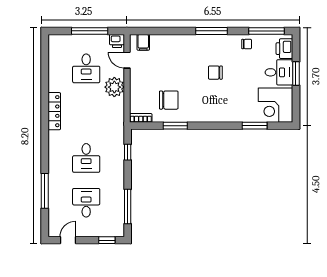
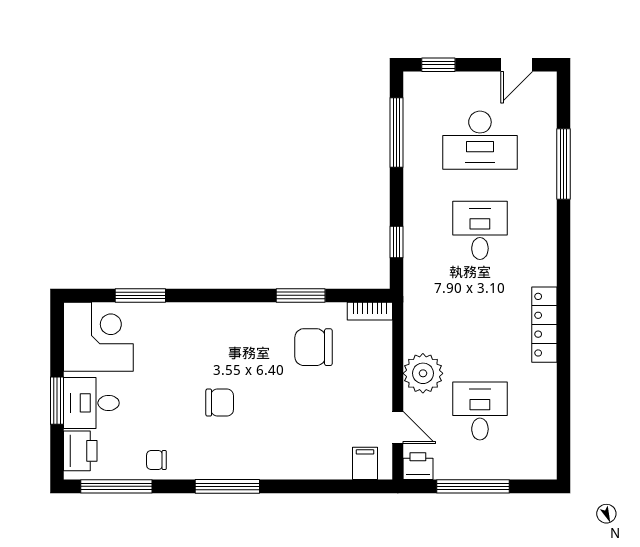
desk: (86, 203) -> (480, 140), width x1.37

